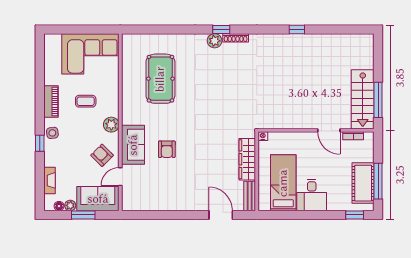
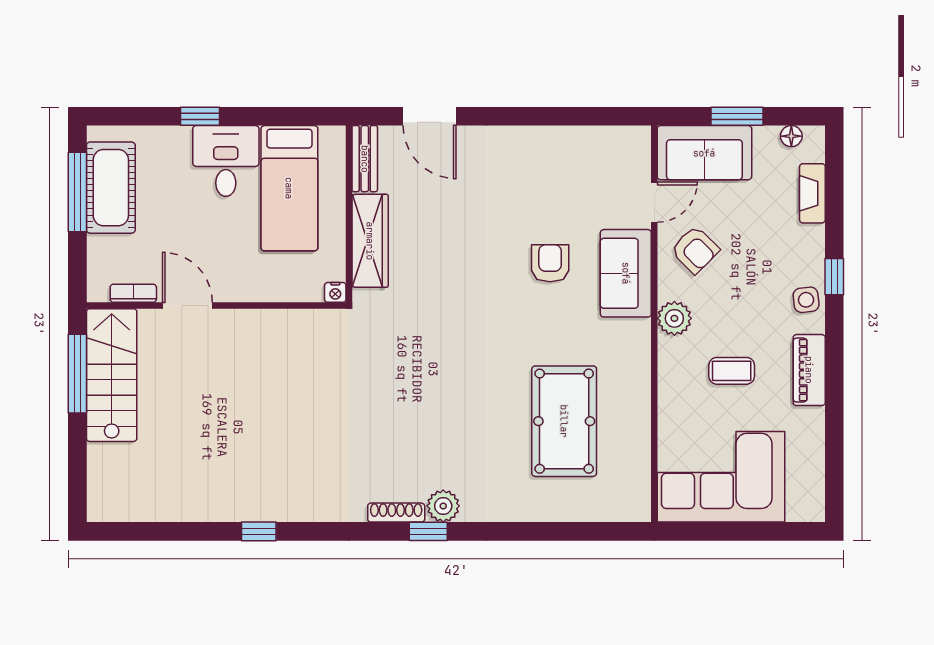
plant: (70, 205) -> (766, 138), removed
window: (355, 215) -> (200, 116), moved

